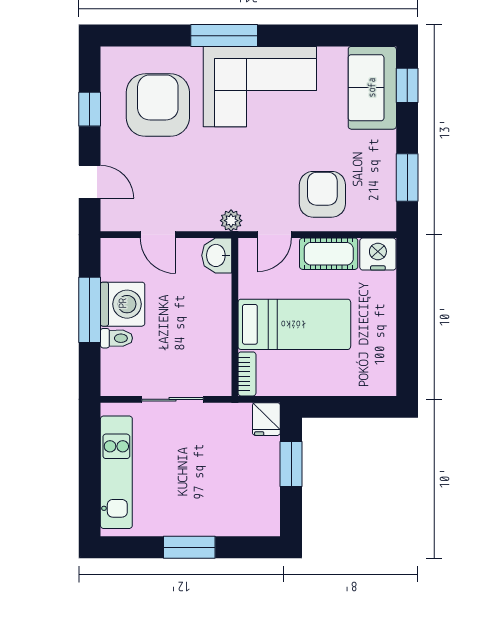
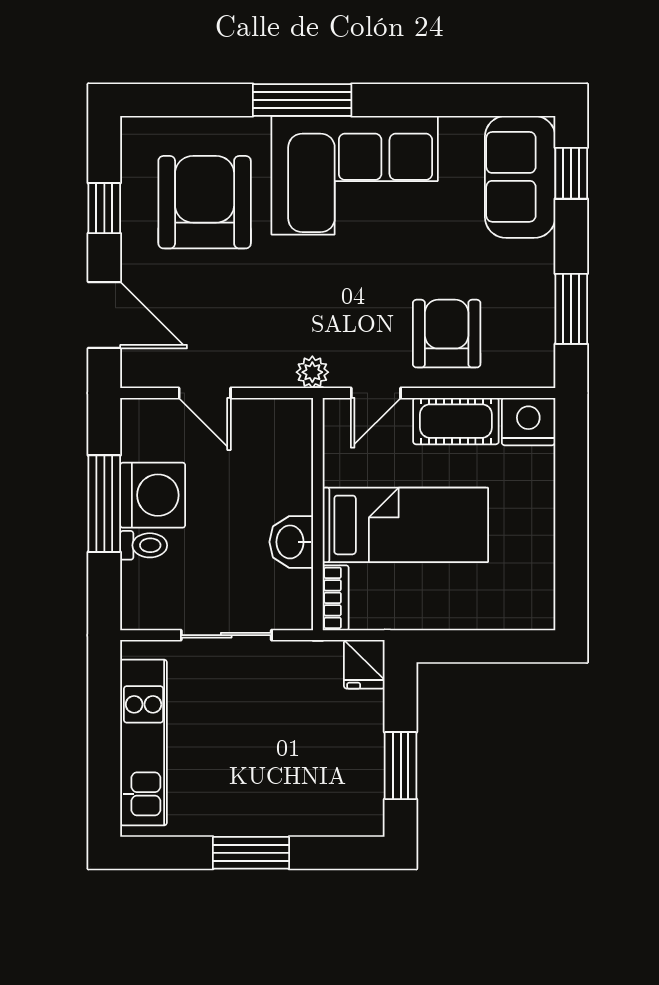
door: (90, 182) -> (104, 315), width x1.38
washbasin: (217, 255) -> (291, 542), moved
window: (291, 464) -> (401, 766), moved

